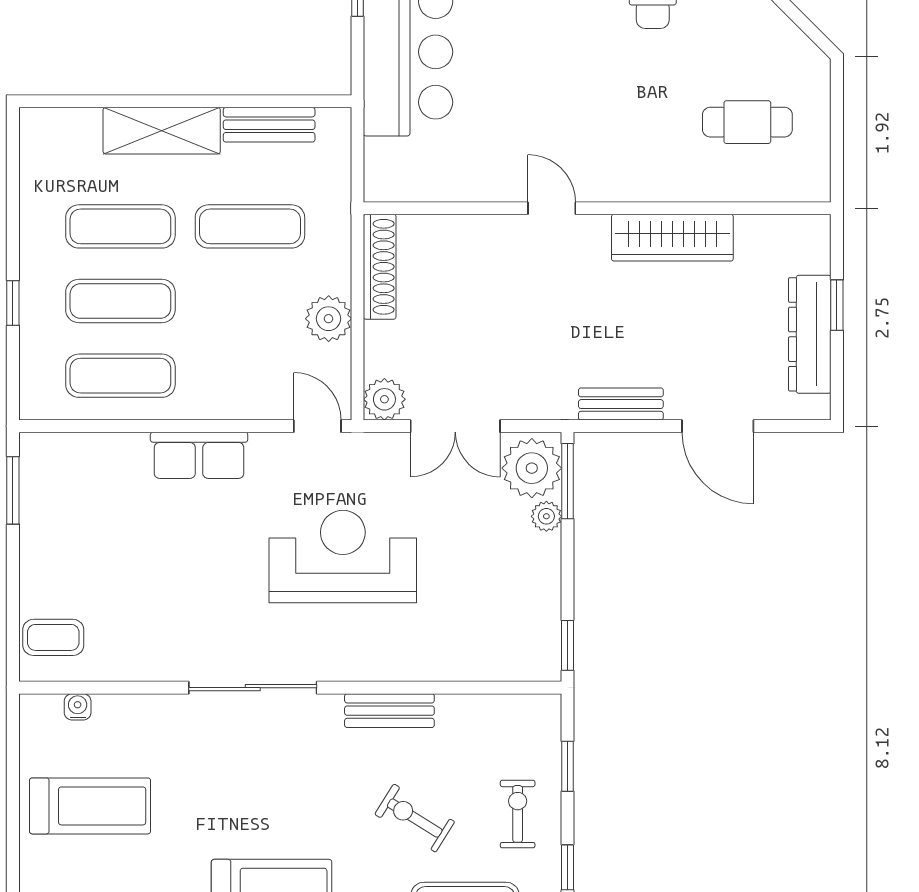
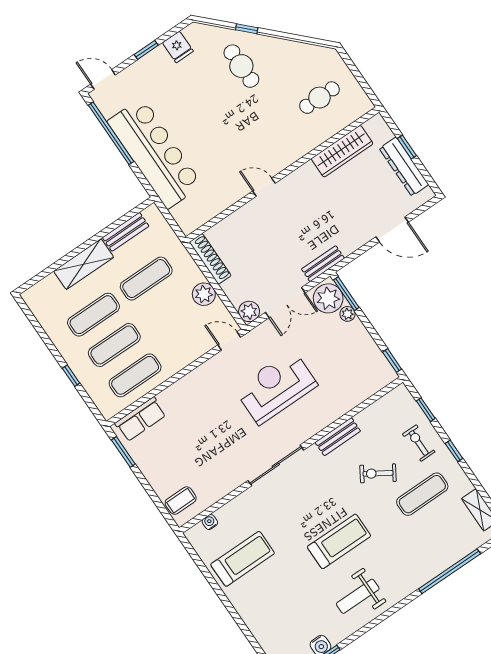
wardrobe: (672, 238) -> (342, 151), moved
bench: (621, 404) -> (323, 264), moved
row of seats: (199, 455) -> (141, 419), moved

